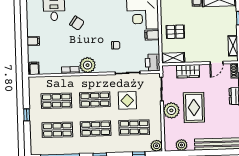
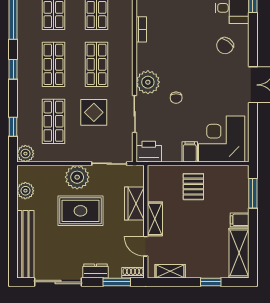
chair: (77, 23) -> (225, 46), moved
shelving: (173, 58) -> (155, 219), moved
plant: (88, 65) -> (148, 82), moved

